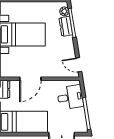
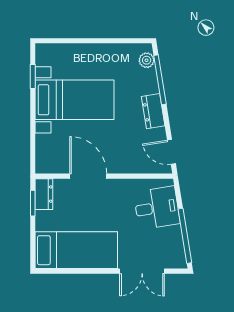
dresser: (66, 26) -> (153, 111), moved
door: (30, 79) -> (88, 176), swing flipped

